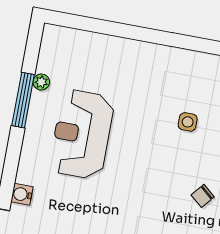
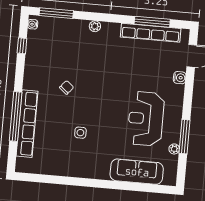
sofa: (104, 52) -> (137, 172), added
reception desk: (82, 134) -> (146, 119), turned 180

